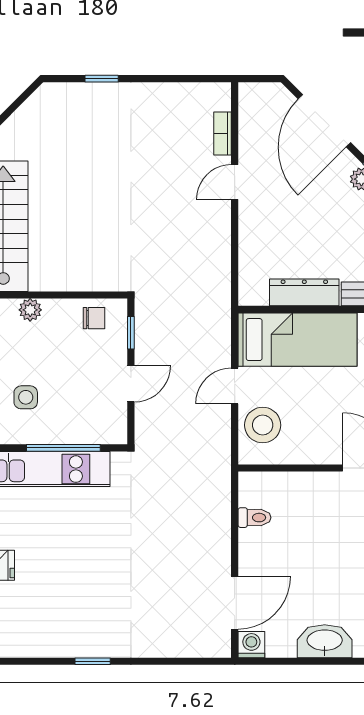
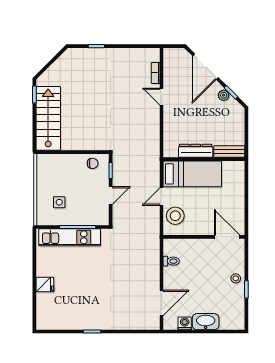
door: (235, 182) -> (162, 97), hinge flipped
plant: (30, 310) -> (61, 159), removed
washing machine: (251, 645) -> (185, 323), moved

